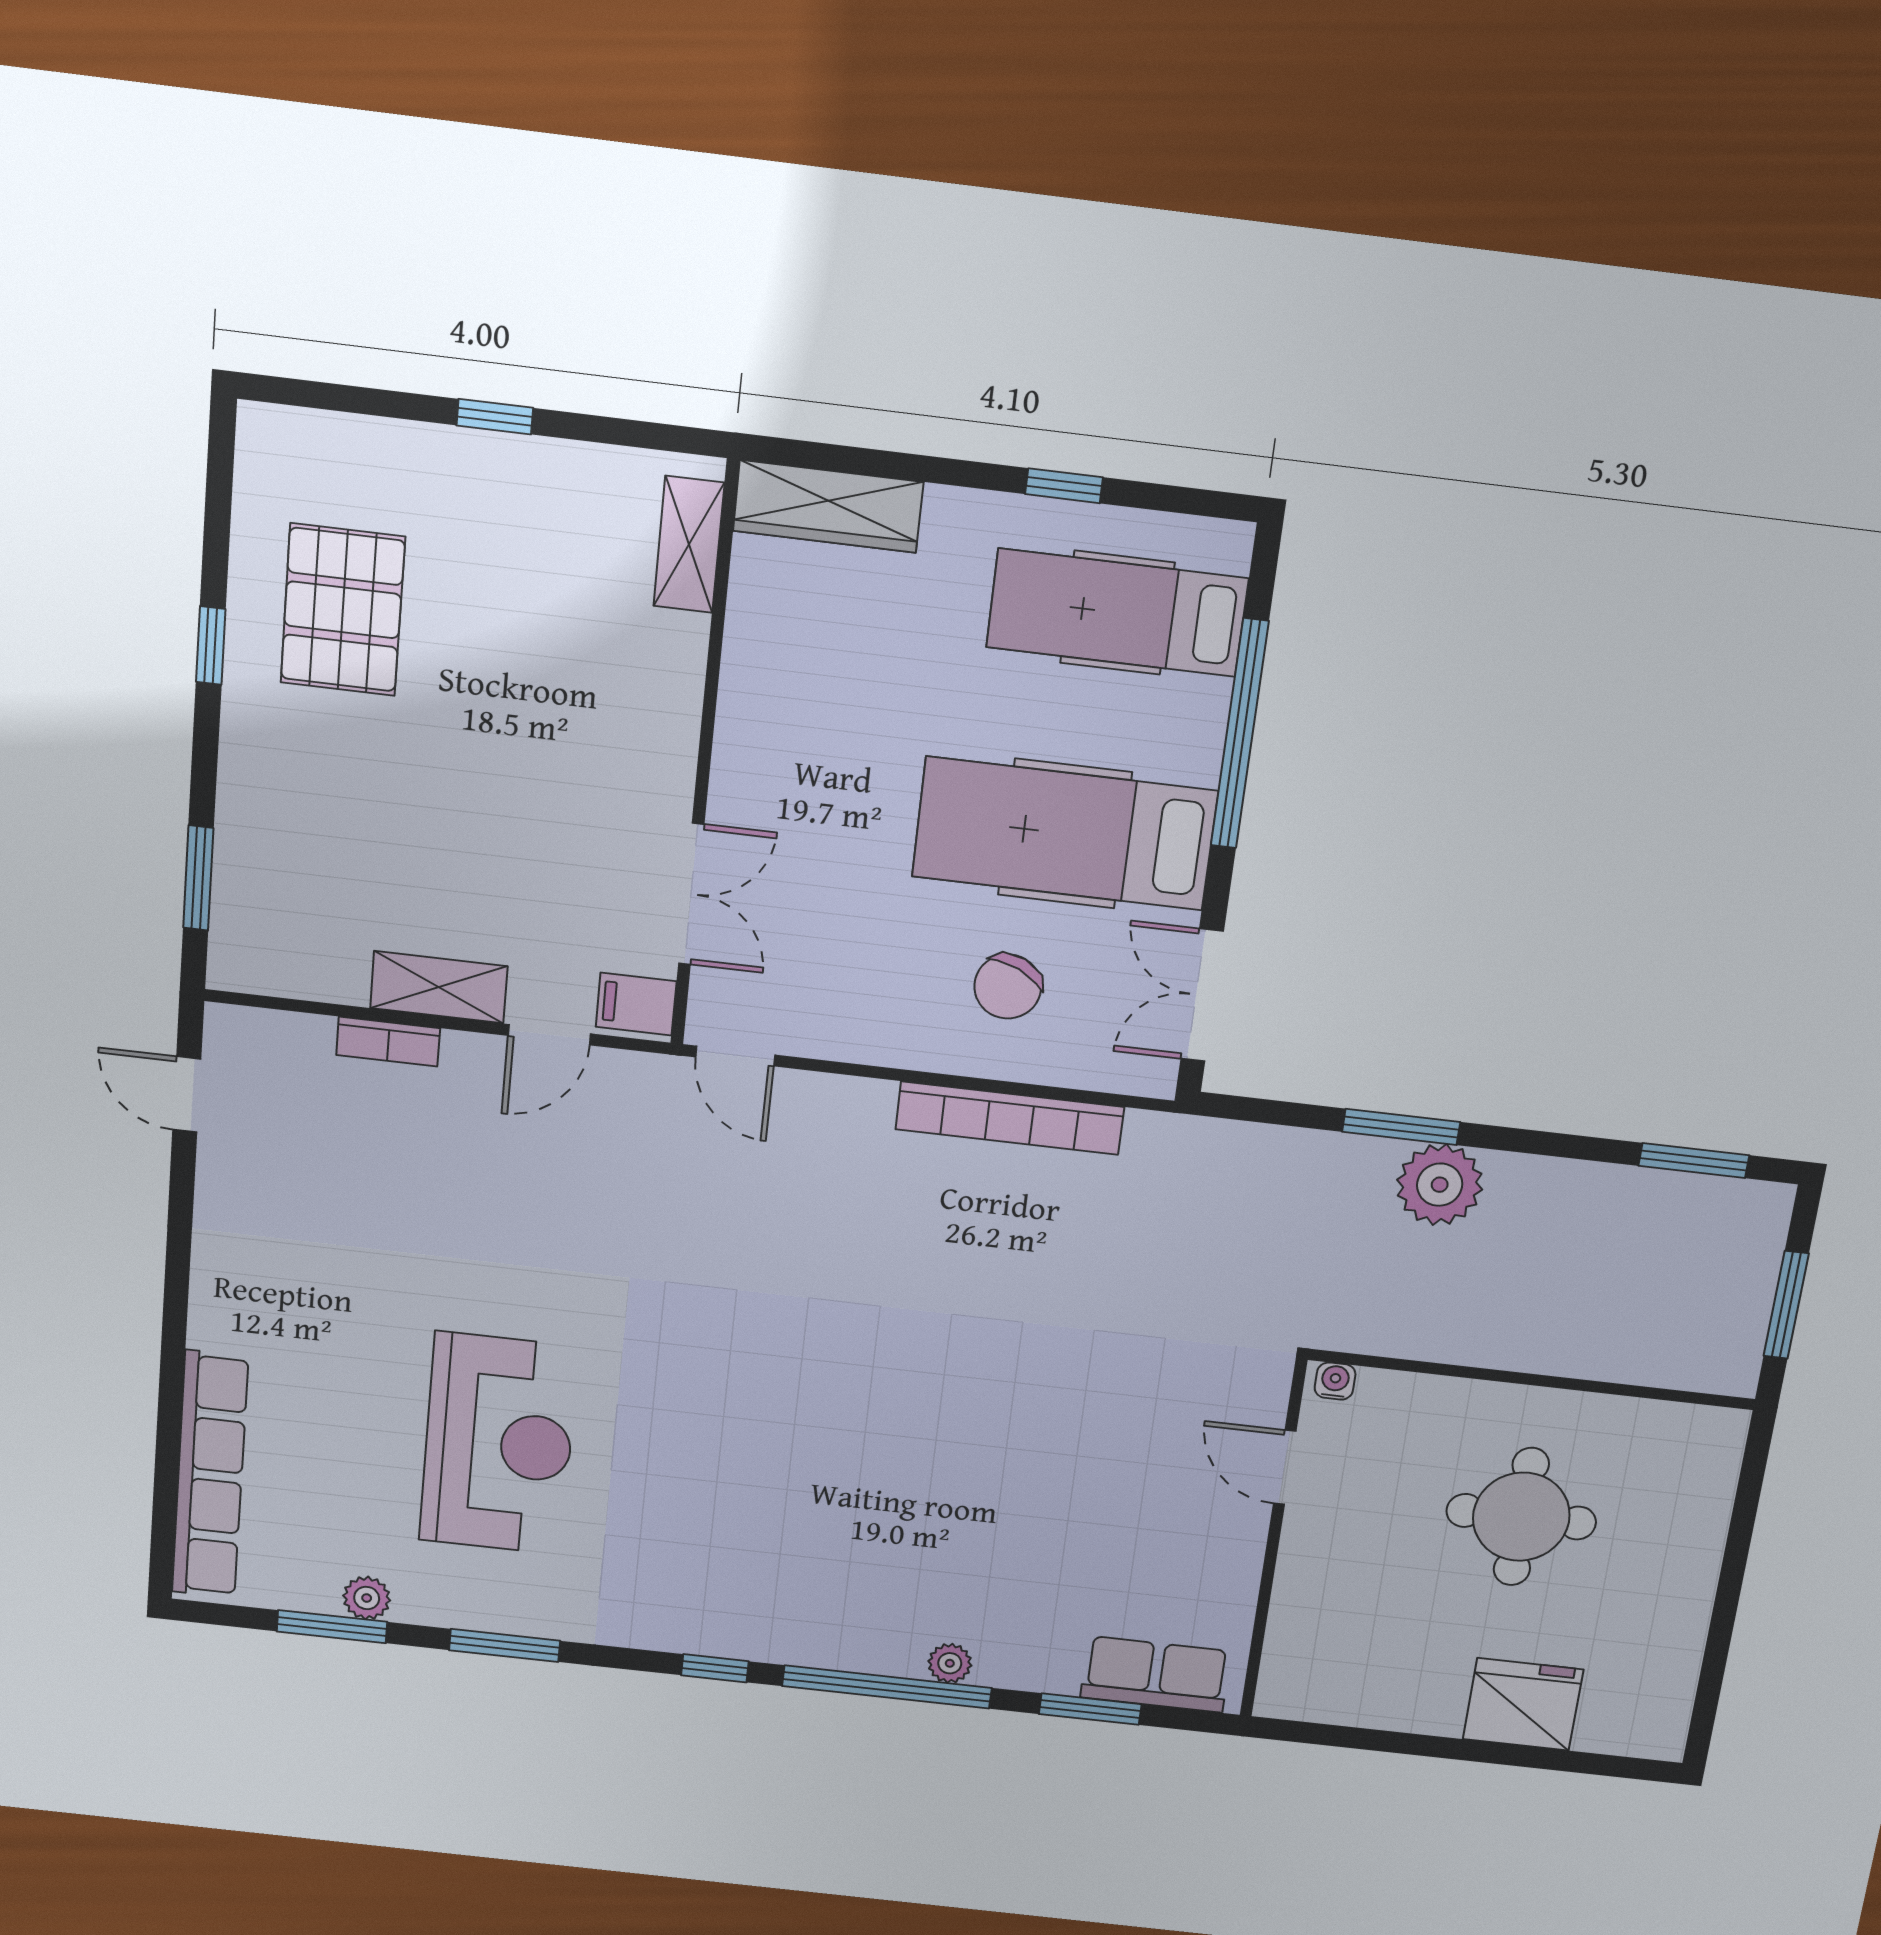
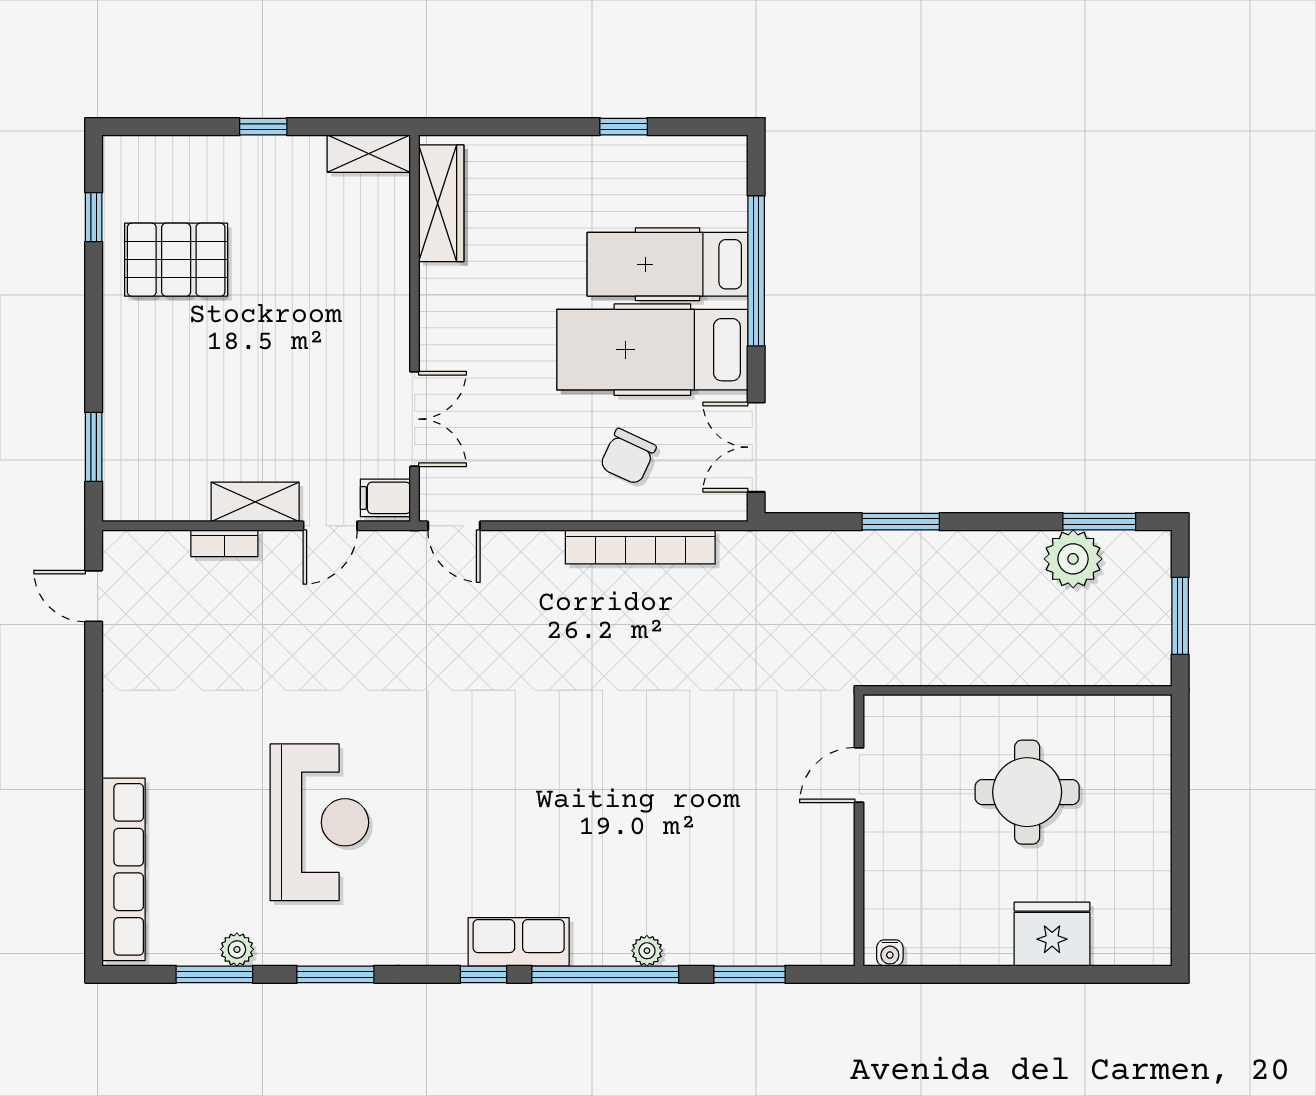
wardrobe: (828, 506) -> (441, 203), moved, turned -90
shelving: (689, 545) -> (369, 154), moved, turned 90
pallet: (343, 610) -> (176, 260), turned 90
hospital bed: (1117, 613) -> (668, 264), moved
window: (211, 646) -> (94, 217), moved
plant: (1440, 1185) -> (1073, 559), moved
water cooler: (1335, 1381) -> (890, 953), moved, turned 180
door: (1285, 1467) -> (859, 775), hinge flipped
row of seats: (1156, 1674) -> (519, 942), moved

